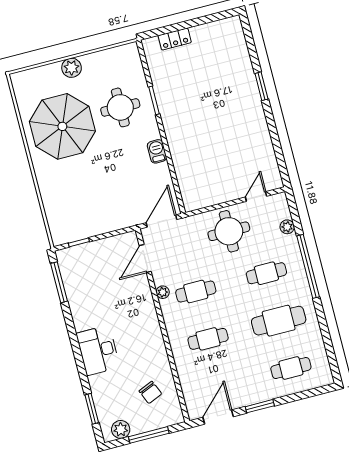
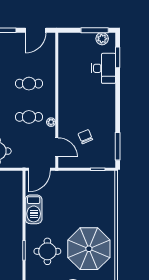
barbecue: (157, 151) -> (34, 209), width x1.88, depth x1.53
door: (145, 259) -> (57, 147), hinge flipped
desk: (98, 350) -> (104, 68), moved
chair: (150, 392) -> (85, 137), moved
window: (149, 435) -> (95, 30), moved

